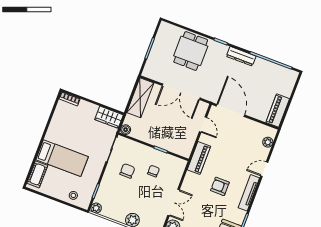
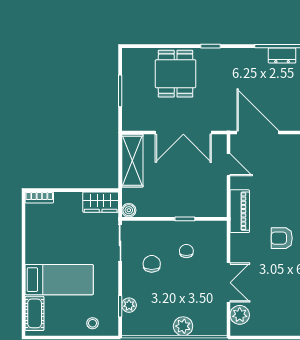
dresser: (241, 56) -> (282, 56), moved, width x0.70
plant: (96, 208) -> (129, 305), moved

